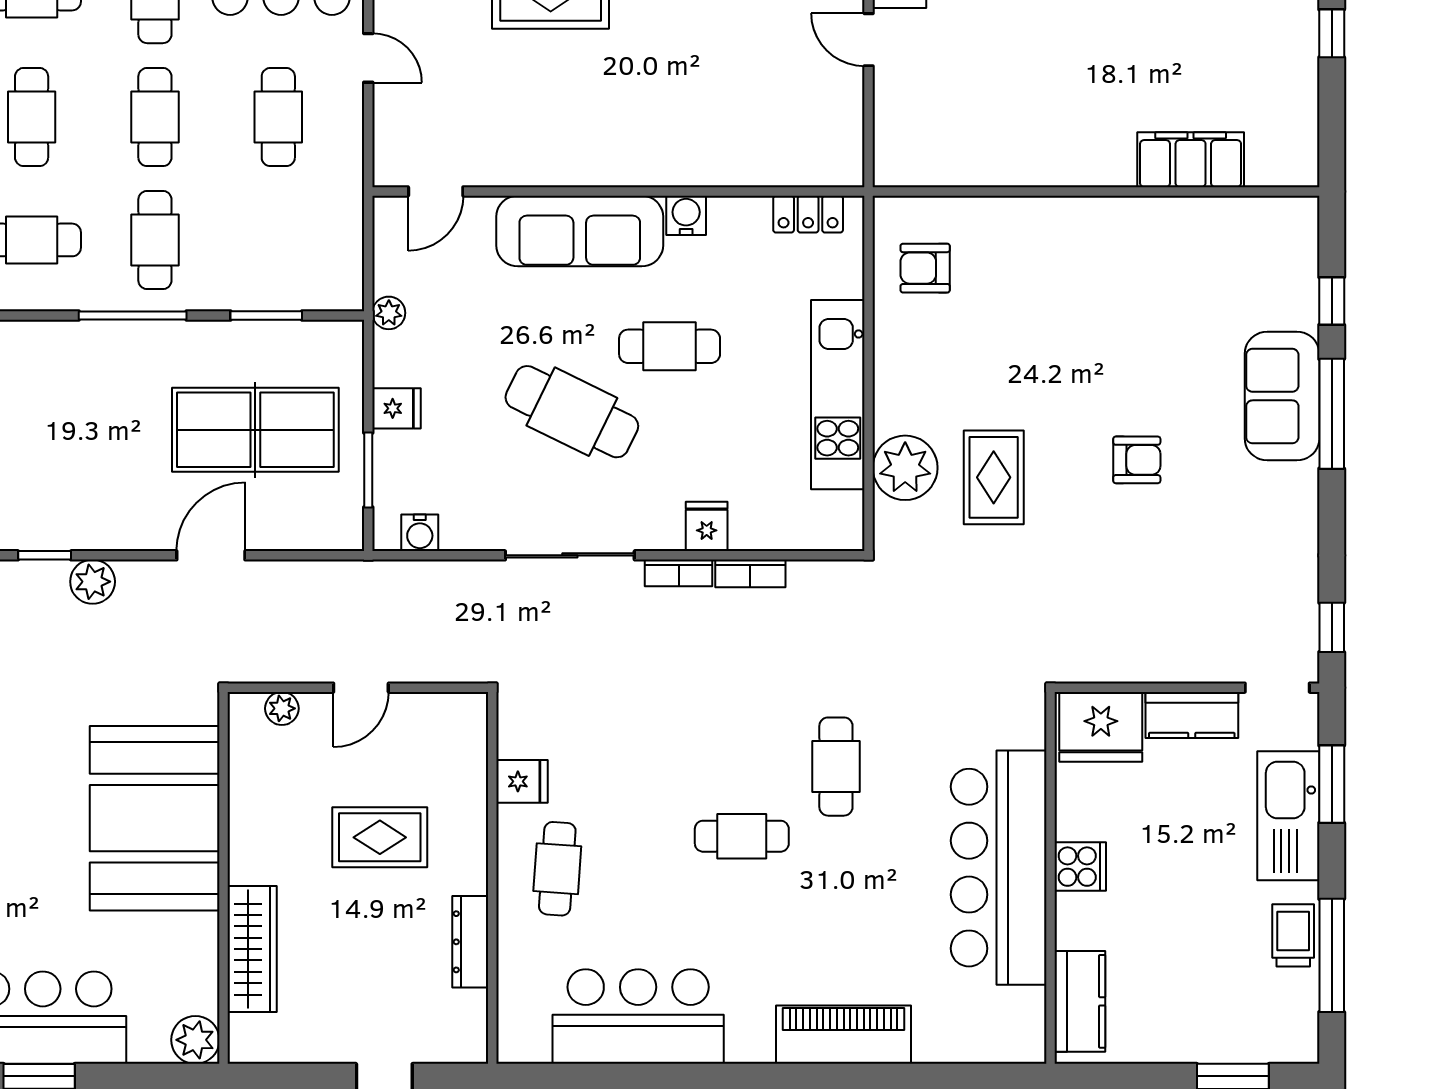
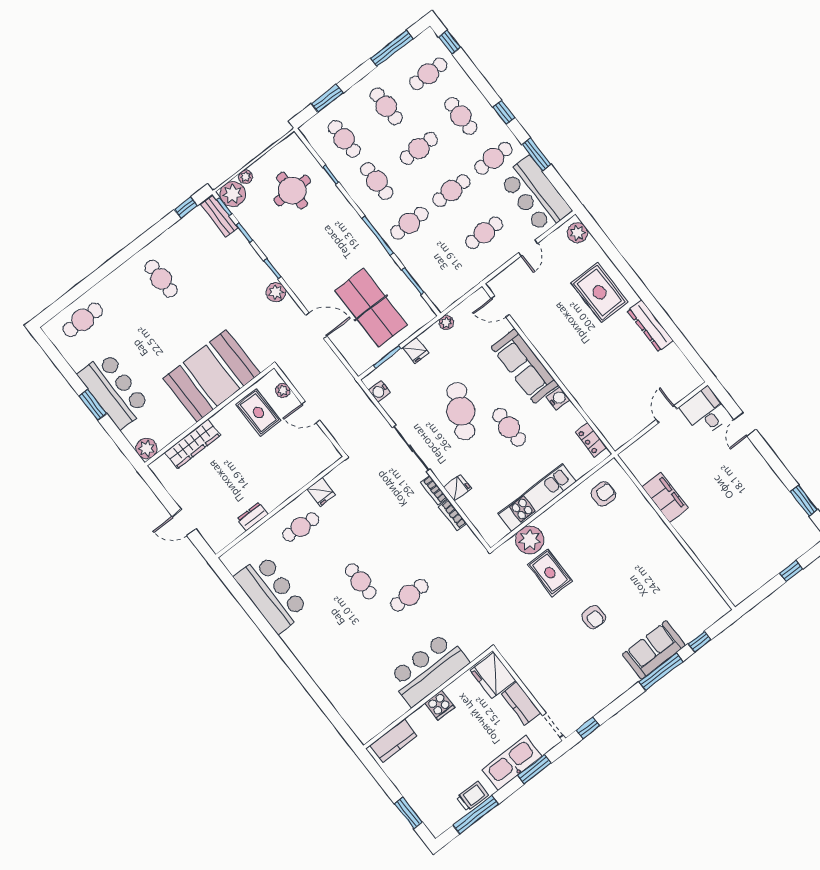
filing cabinet: (1191, 160) -> (665, 497), moved
armchair: (925, 268) -> (603, 494), turned 90
rug: (994, 477) -> (550, 573), turned 90
rug: (380, 837) -> (258, 412), moved
bar counter: (999, 868) -> (428, 669), width x0.73
dresser: (470, 942) -> (253, 517), width x0.70
piano: (844, 1035) -> (320, 669), removed

